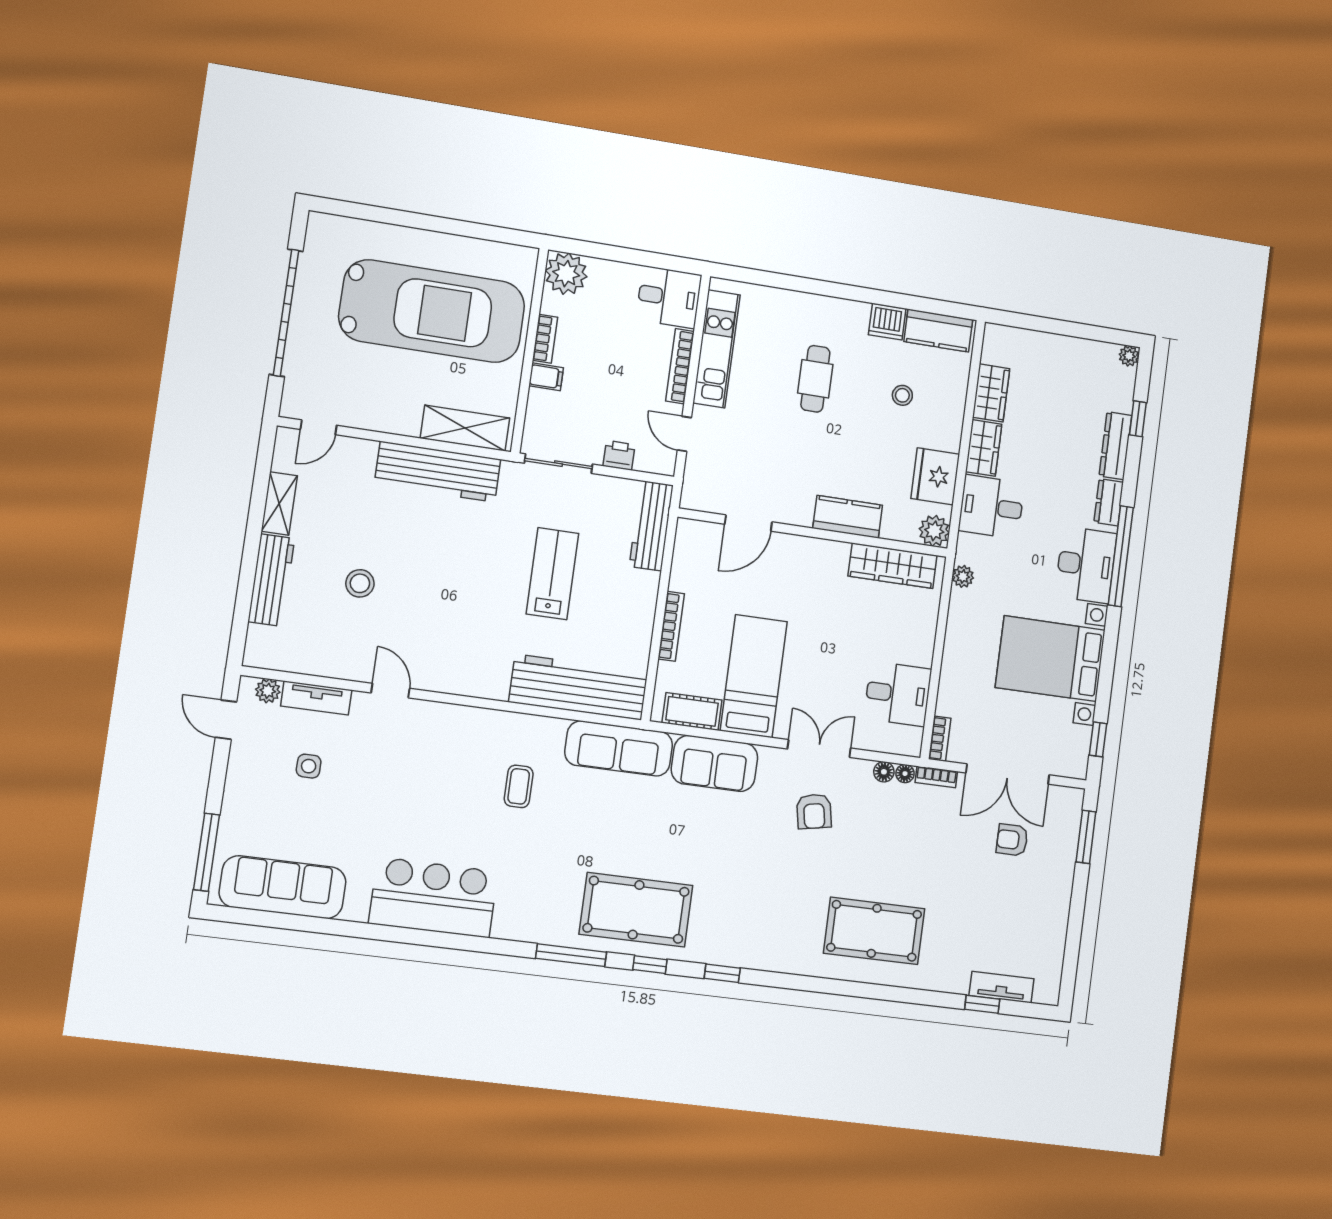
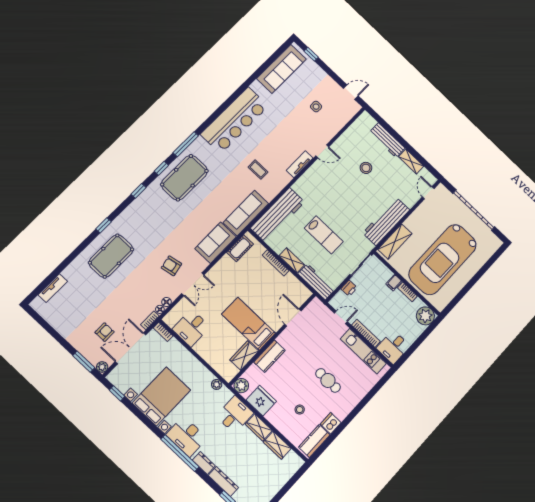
wardrobe: (893, 566) -> (244, 355), width x0.67
shelving: (645, 600) -> (292, 260), added
bed: (754, 676) -> (249, 324), moved, turned 180
plant: (268, 691) -> (102, 367), moved
tv unit: (316, 698) -> (300, 164), moved
window: (207, 852) -> (311, 54), width x0.46
bar counter: (433, 898) -> (235, 120), width x1.36
window: (982, 1004) -> (104, 225), moved

